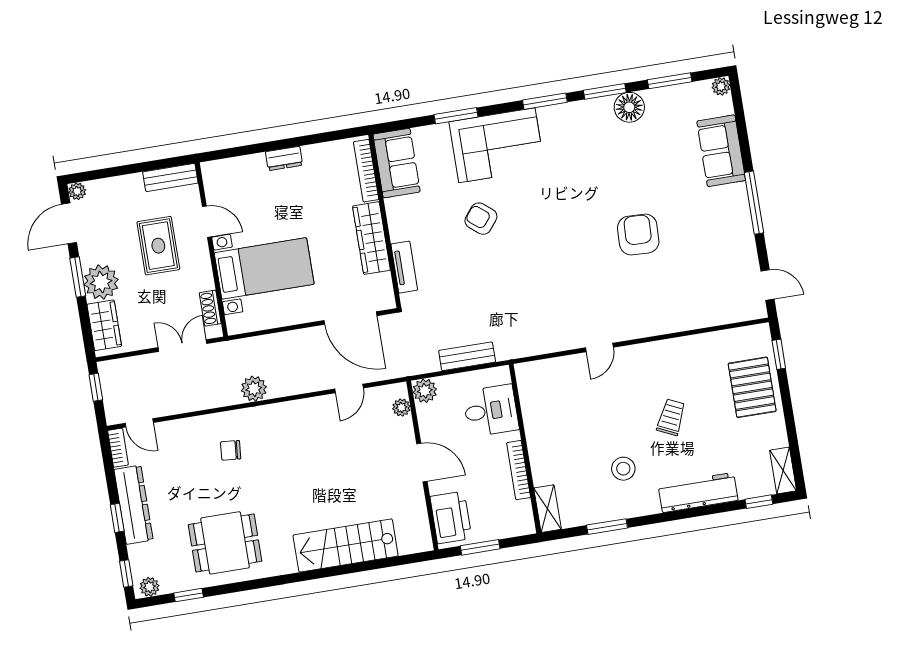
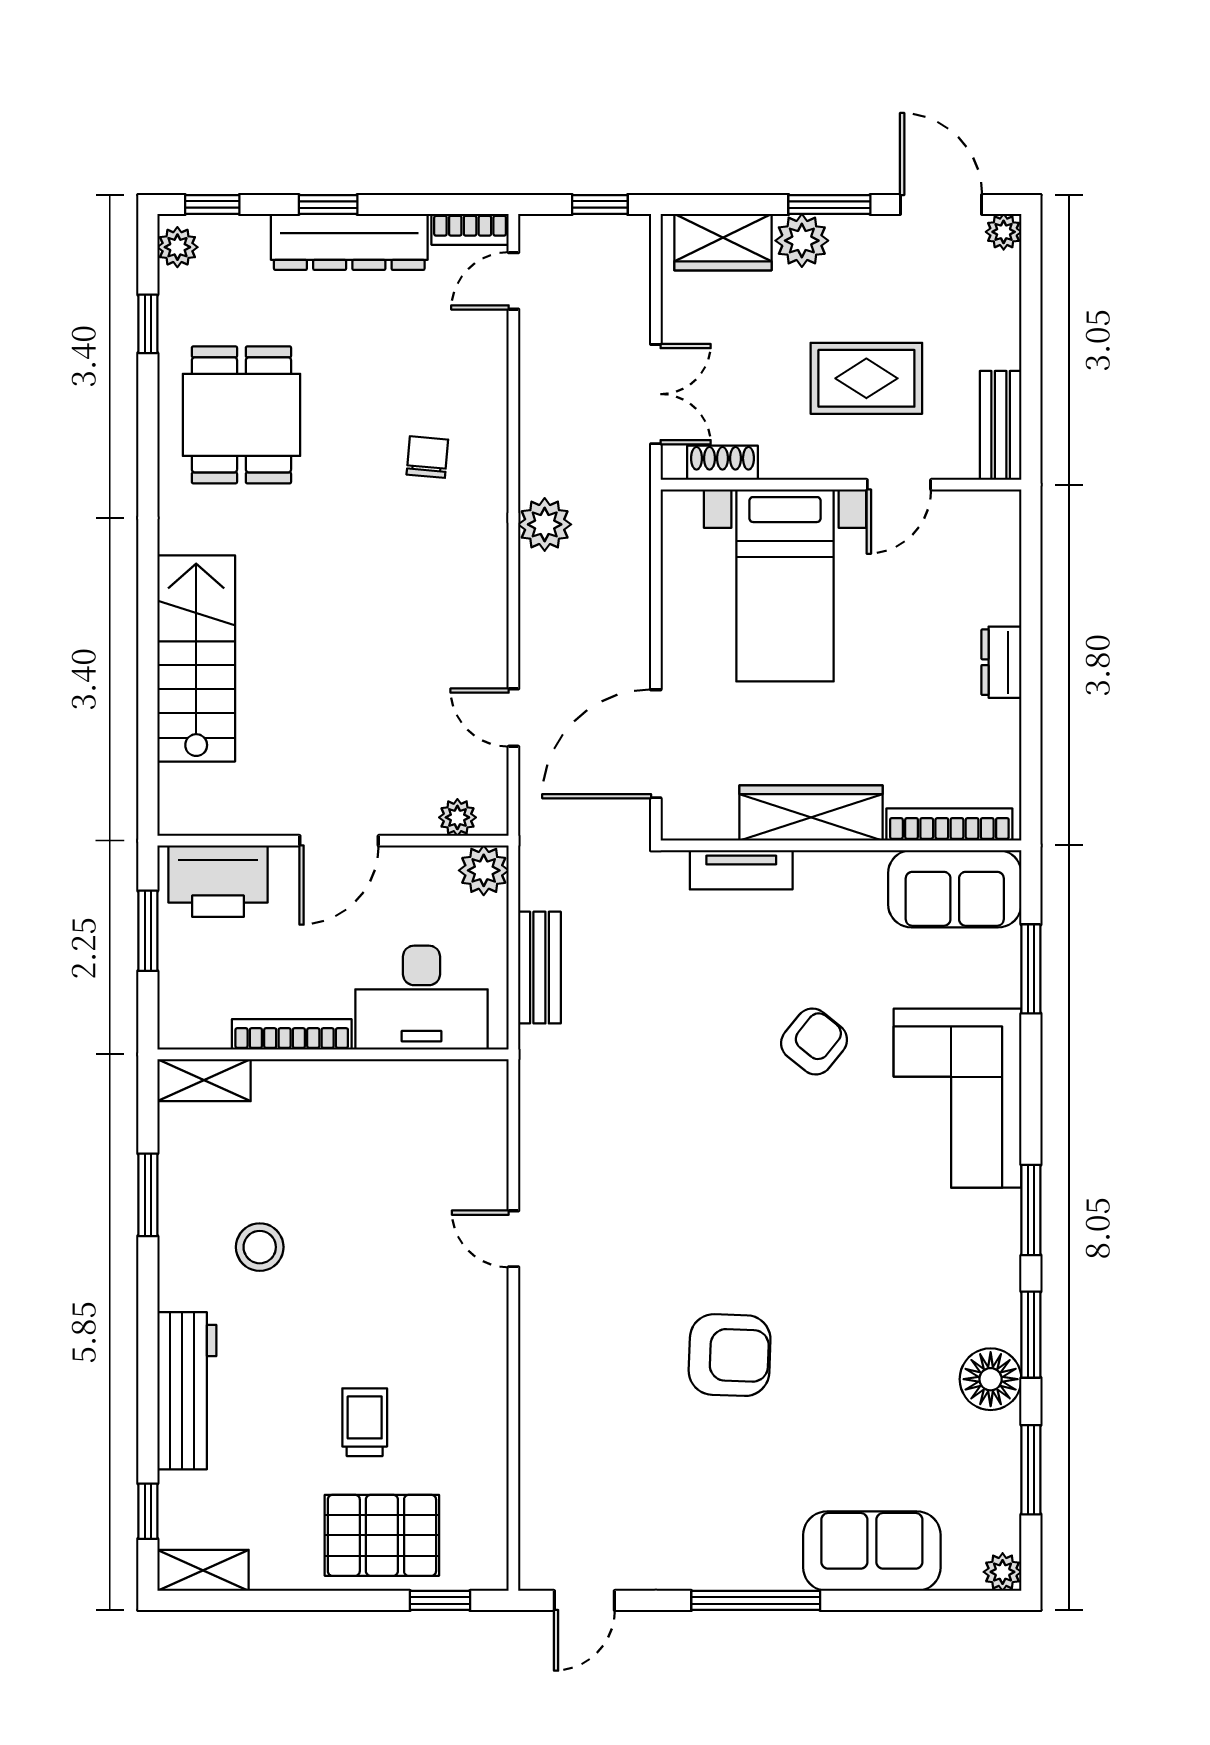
window: (456, 116) -> (1031, 969), moved
plant: (101, 282) -> (802, 241), width x0.73, depth x0.73
desk: (491, 411) -> (422, 998), width x1.37
trolley: (671, 417) -> (365, 1422), moved, turned -115

